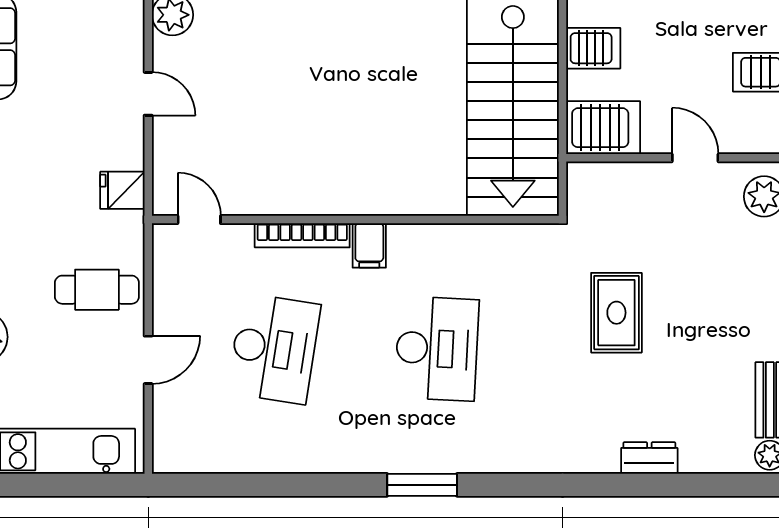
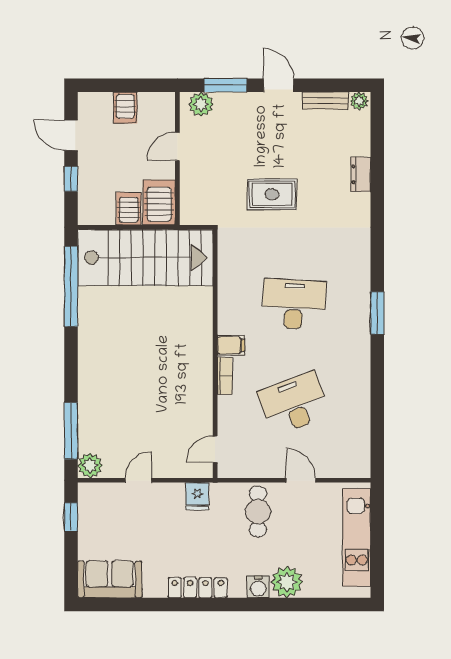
server rack: (593, 48) -> (129, 209), moved
bookcase: (302, 235) -> (225, 376), width x0.64
desk: (274, 349) -> (294, 403), turned -30

